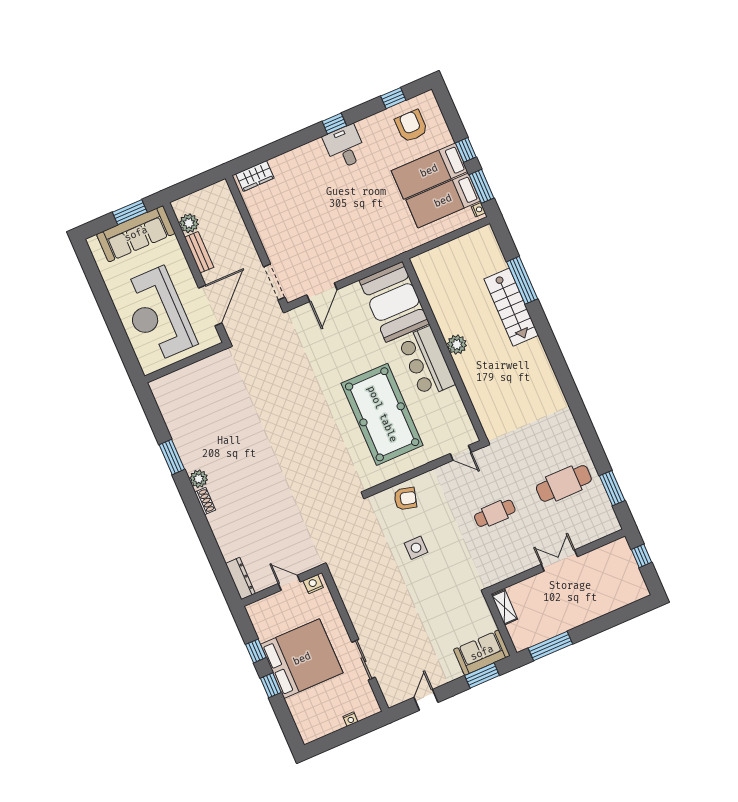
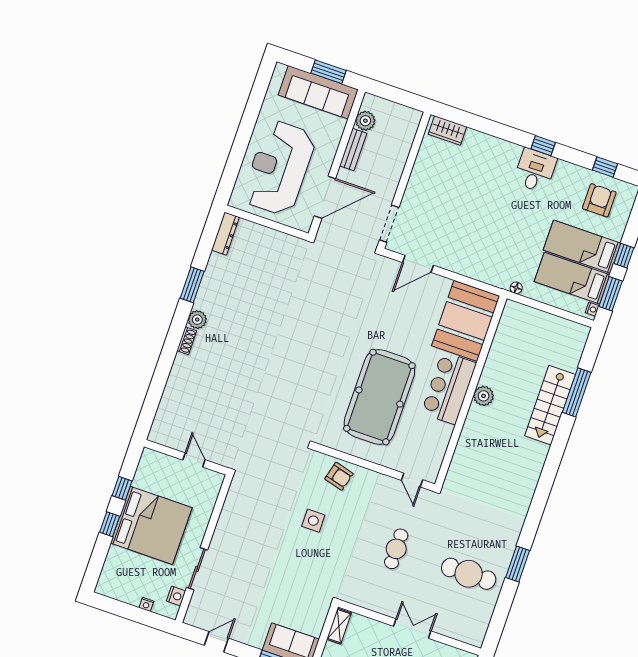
floor lamp: (409, 245) -> (516, 288), added
window: (612, 488) -> (518, 564), moved
cafe table: (495, 513) -> (396, 549), turned 90
dresser: (240, 579) -> (225, 234), moved
nightstand: (313, 584) -> (176, 596), moved, turned 90

